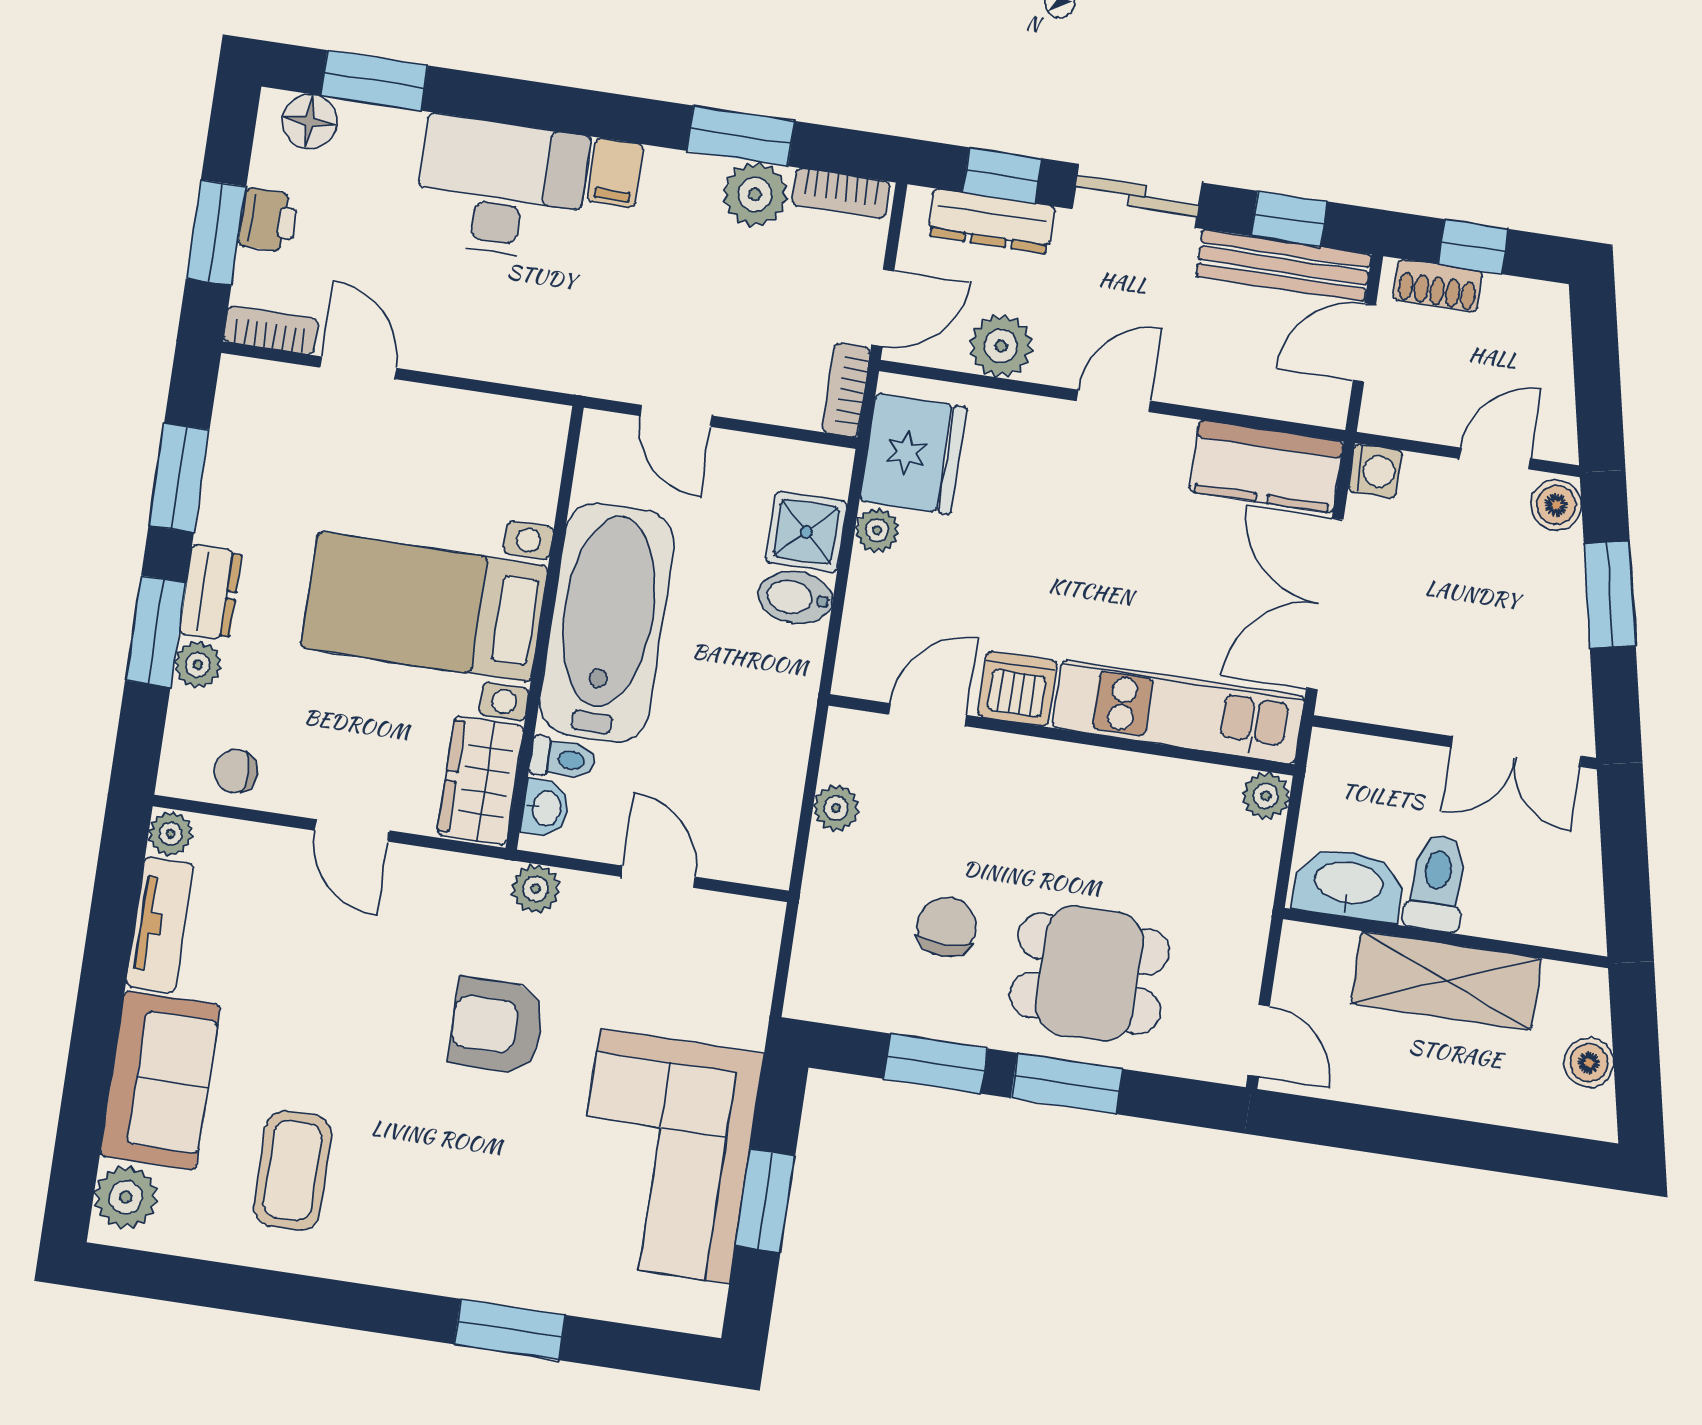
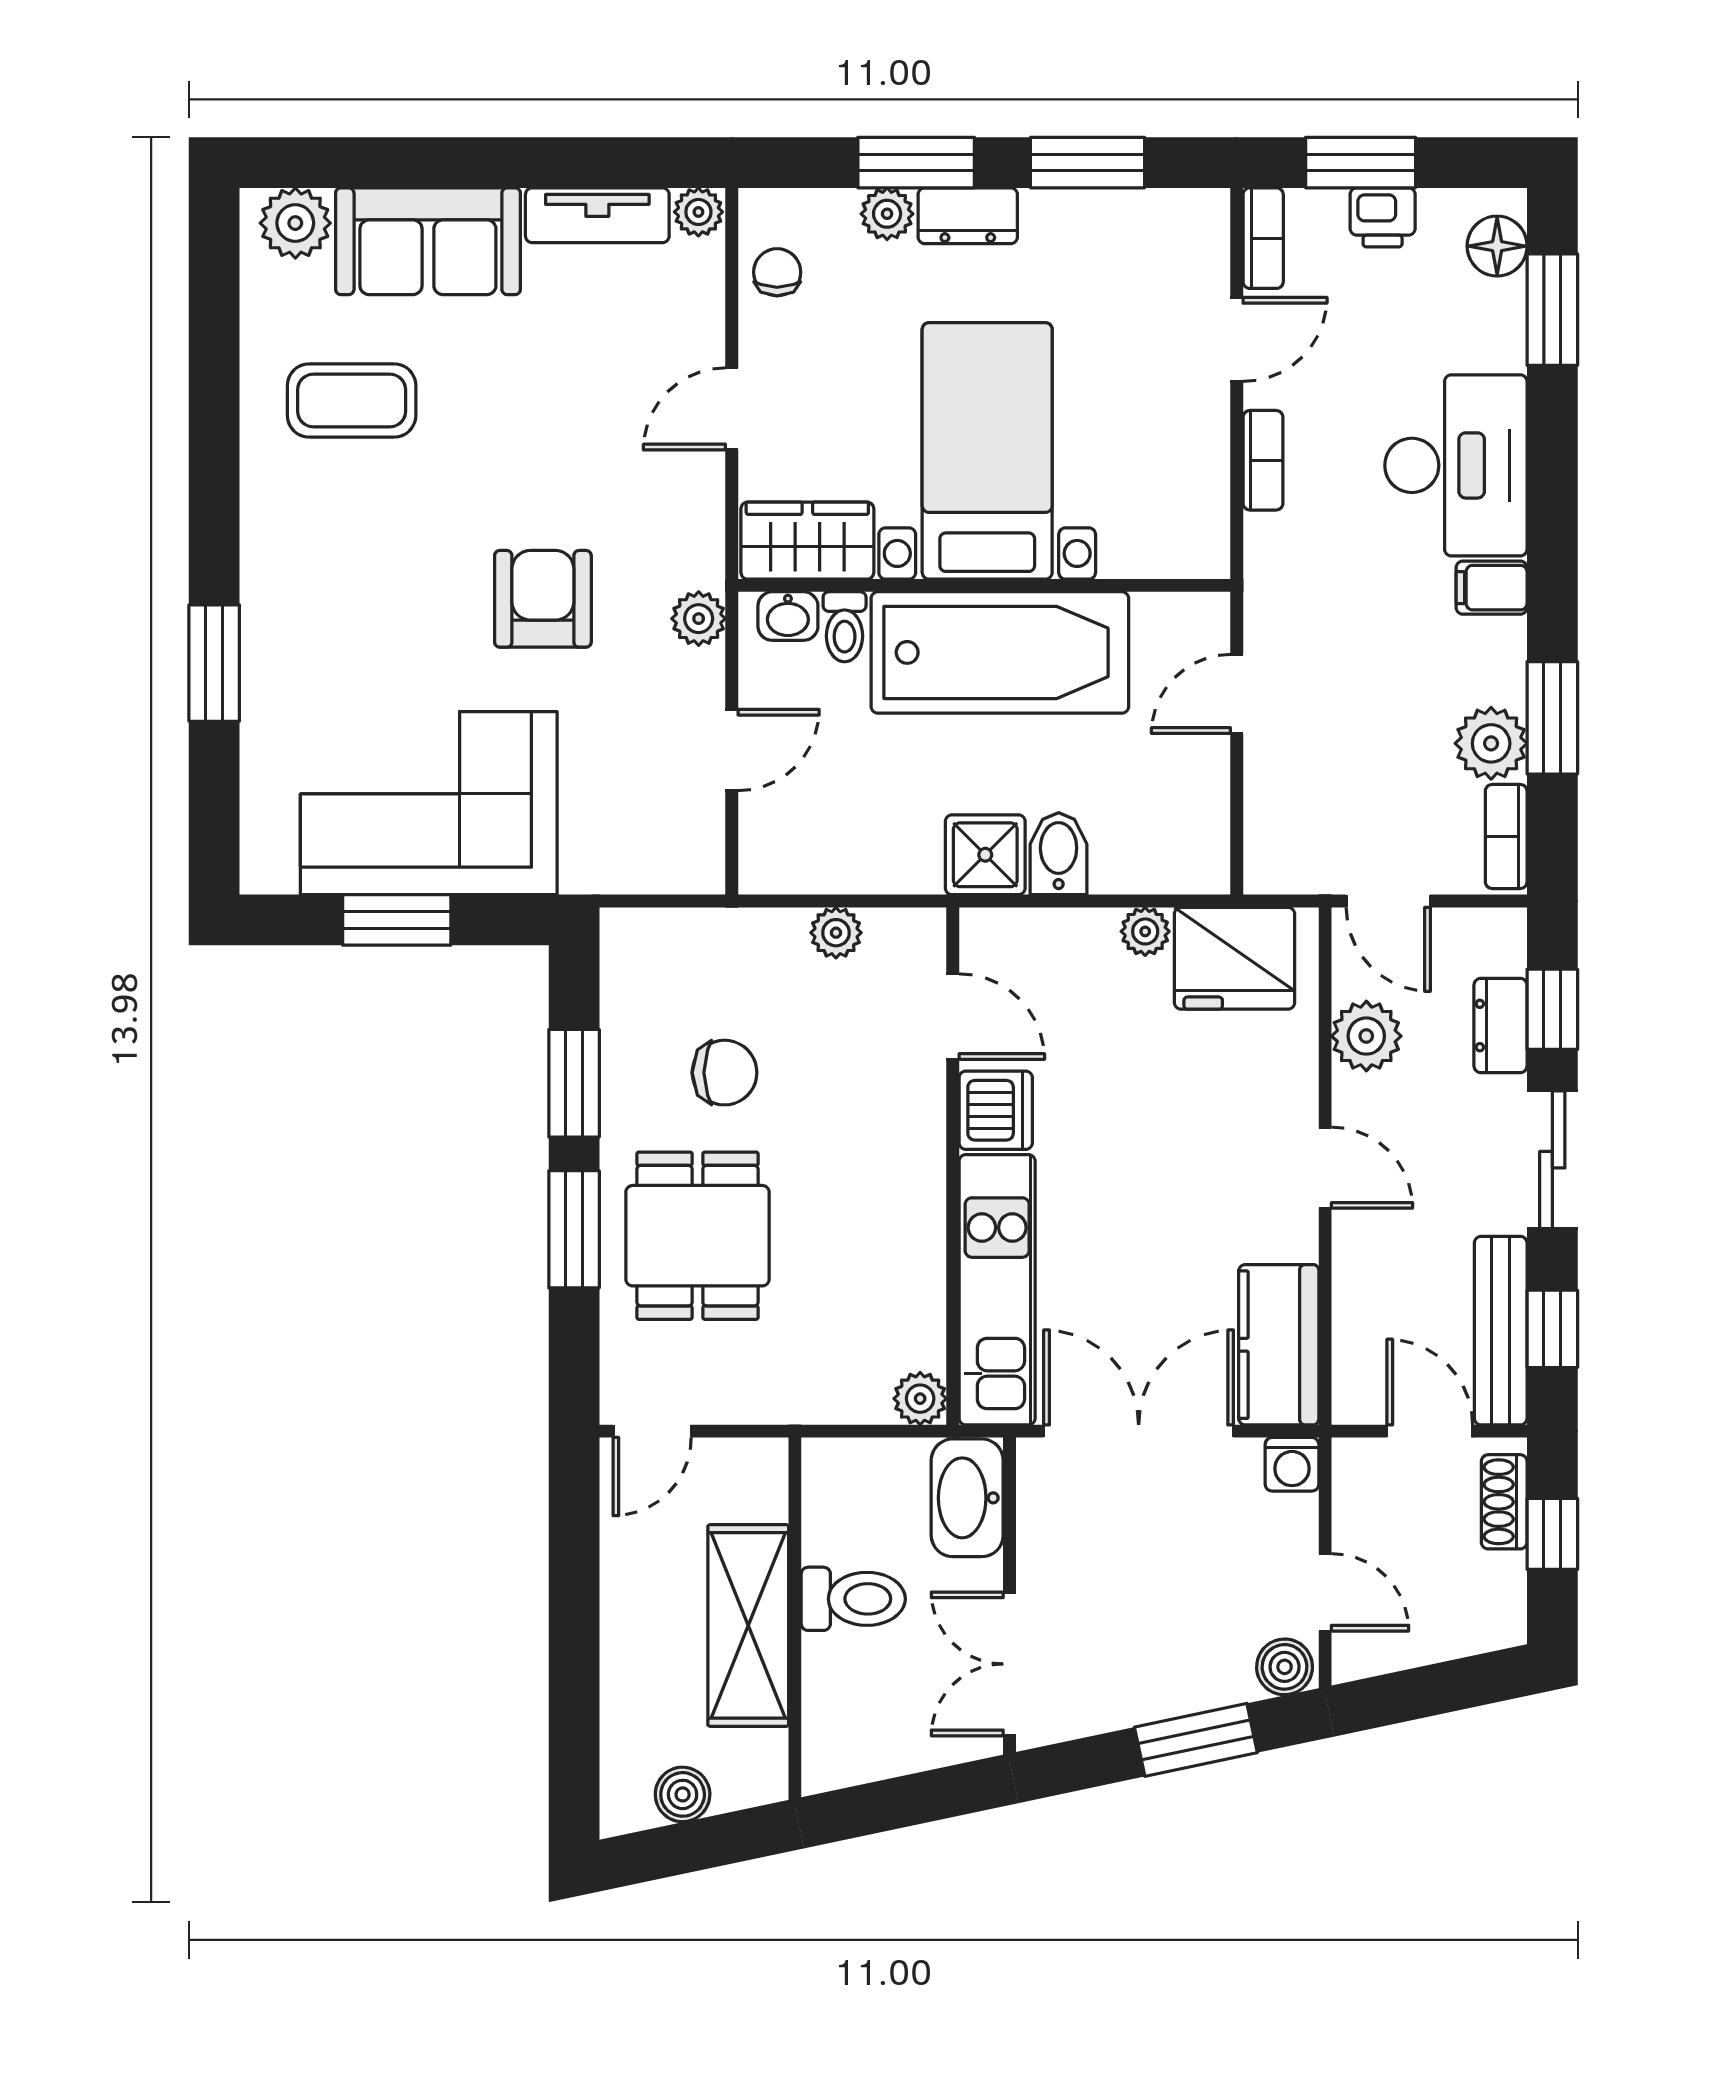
dresser: (991, 221) -> (1501, 1026), width x0.70
bookcase: (846, 390) -> (1263, 460), moved, turned 90
shower: (806, 532) -> (985, 855), moved
washbasin: (1349, 884) -> (967, 1498), moved, turned 180

